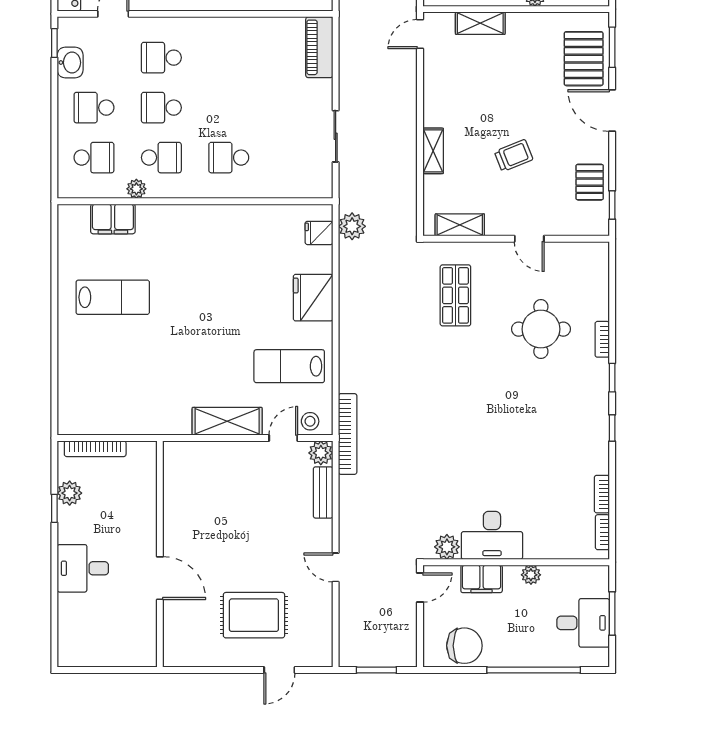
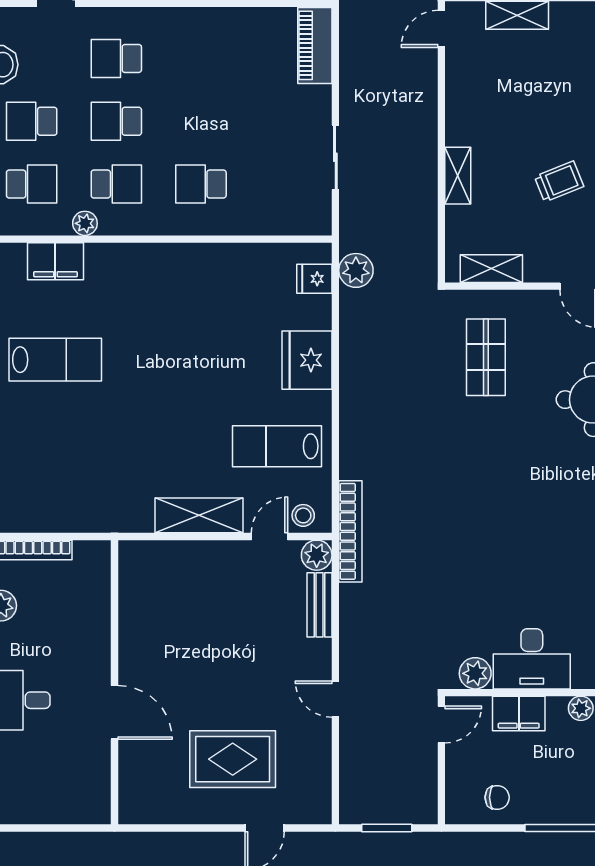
chair: (464, 646) -> (497, 797), width x0.54, depth x0.54

